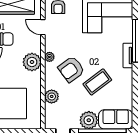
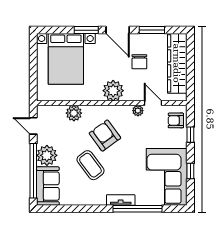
door: (43, 27) -> (153, 103), hinge flipped
plant: (49, 57) -> (138, 111), moved

